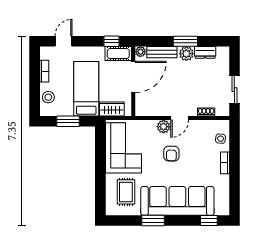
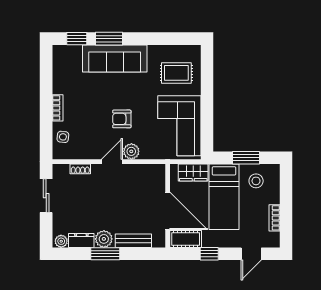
window: (112, 41) -> (209, 254), moved
plant: (140, 52) -> (61, 241), moved
door: (133, 77) -> (168, 211), swing flipped
stool: (48, 97) -> (256, 181), moved
armchair: (171, 154) -> (122, 119), turned -91
rug: (126, 192) -> (176, 73), turned 90
sofa: (177, 201) -> (115, 59), width x0.74, depth x0.79
window: (153, 221) -> (109, 39), moved

